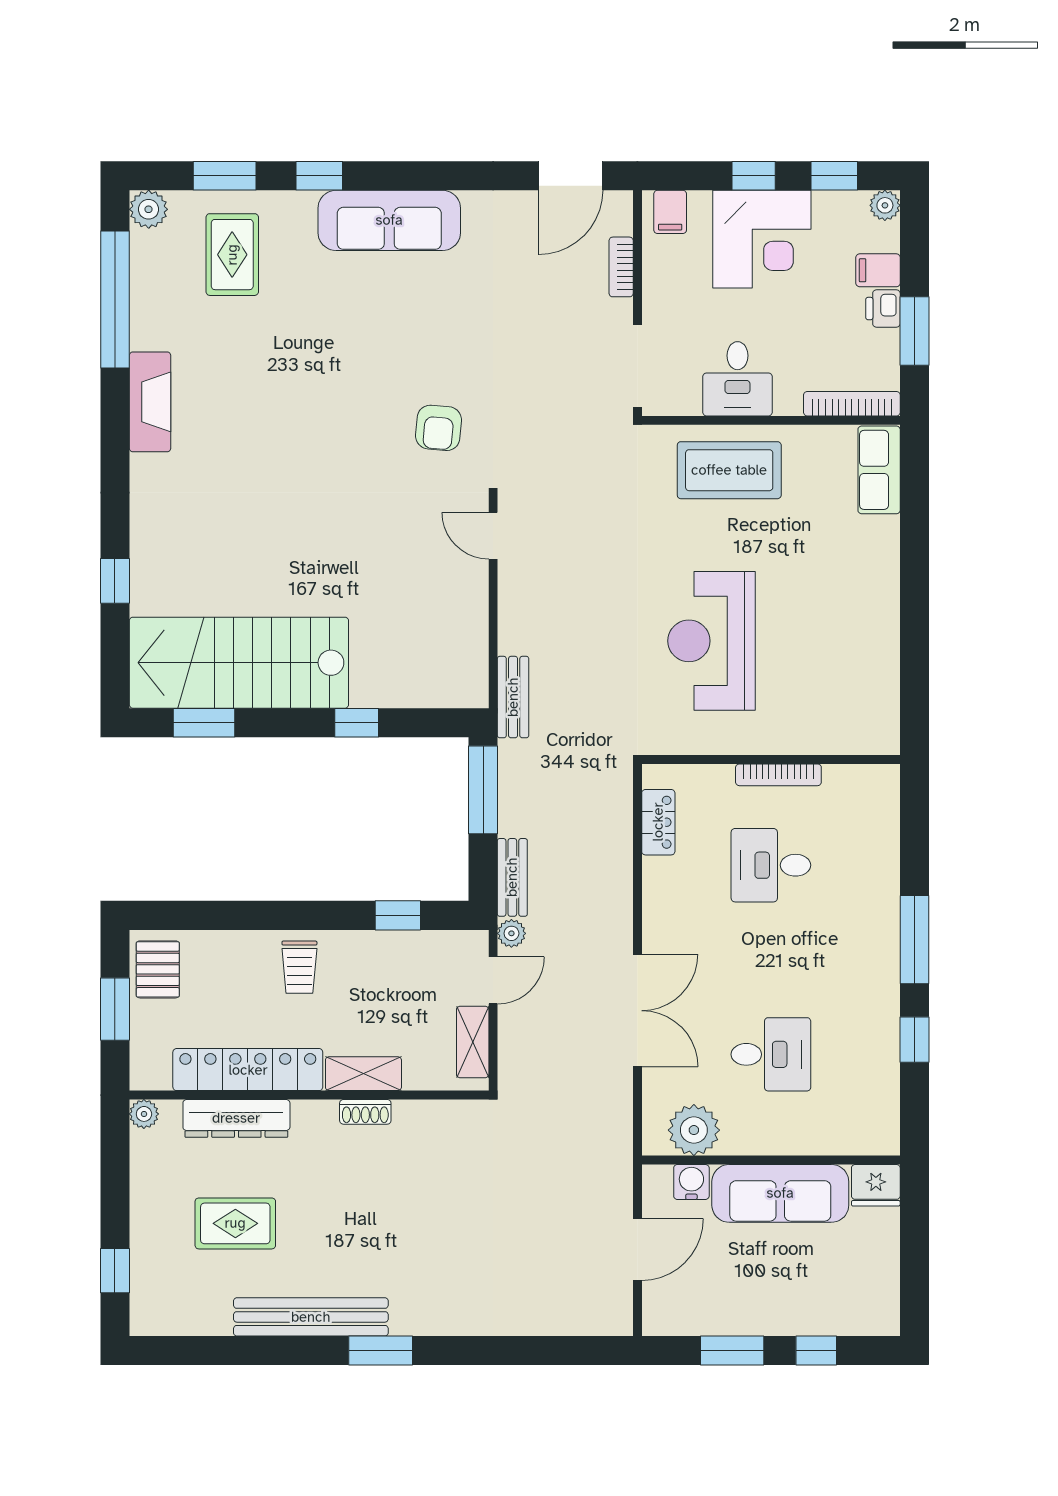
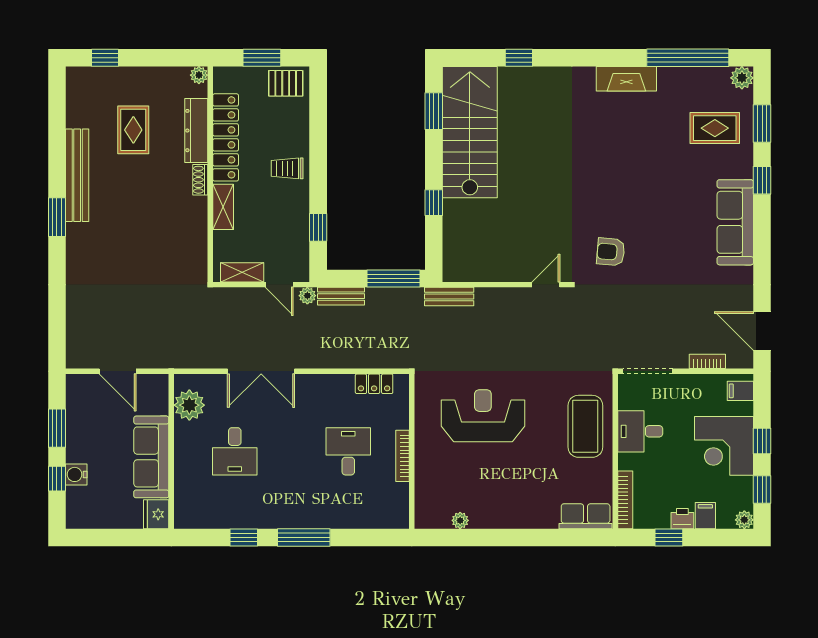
window: (915, 331) -> (669, 538), width x0.67
plant: (886, 679) -> (460, 520), added
shoe rack: (365, 1112) -> (200, 180), moved
water cooler: (691, 1182) -> (76, 474), moved, turned 180

